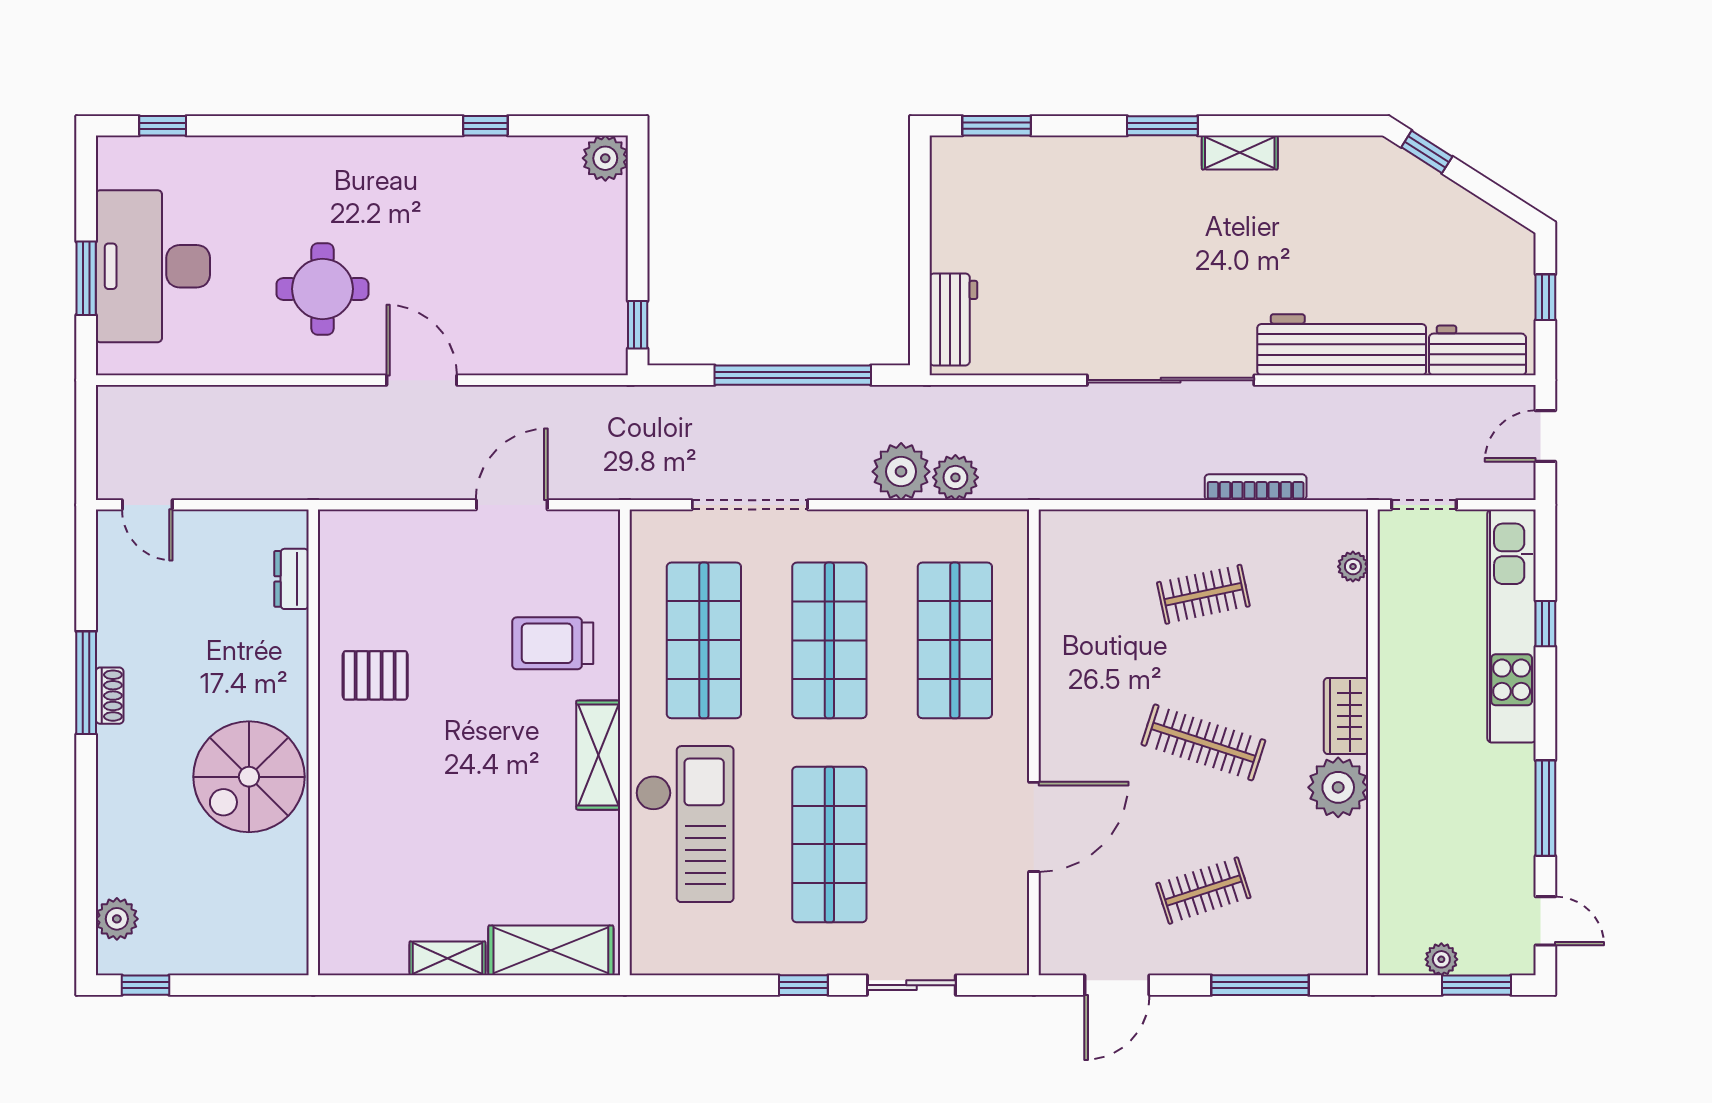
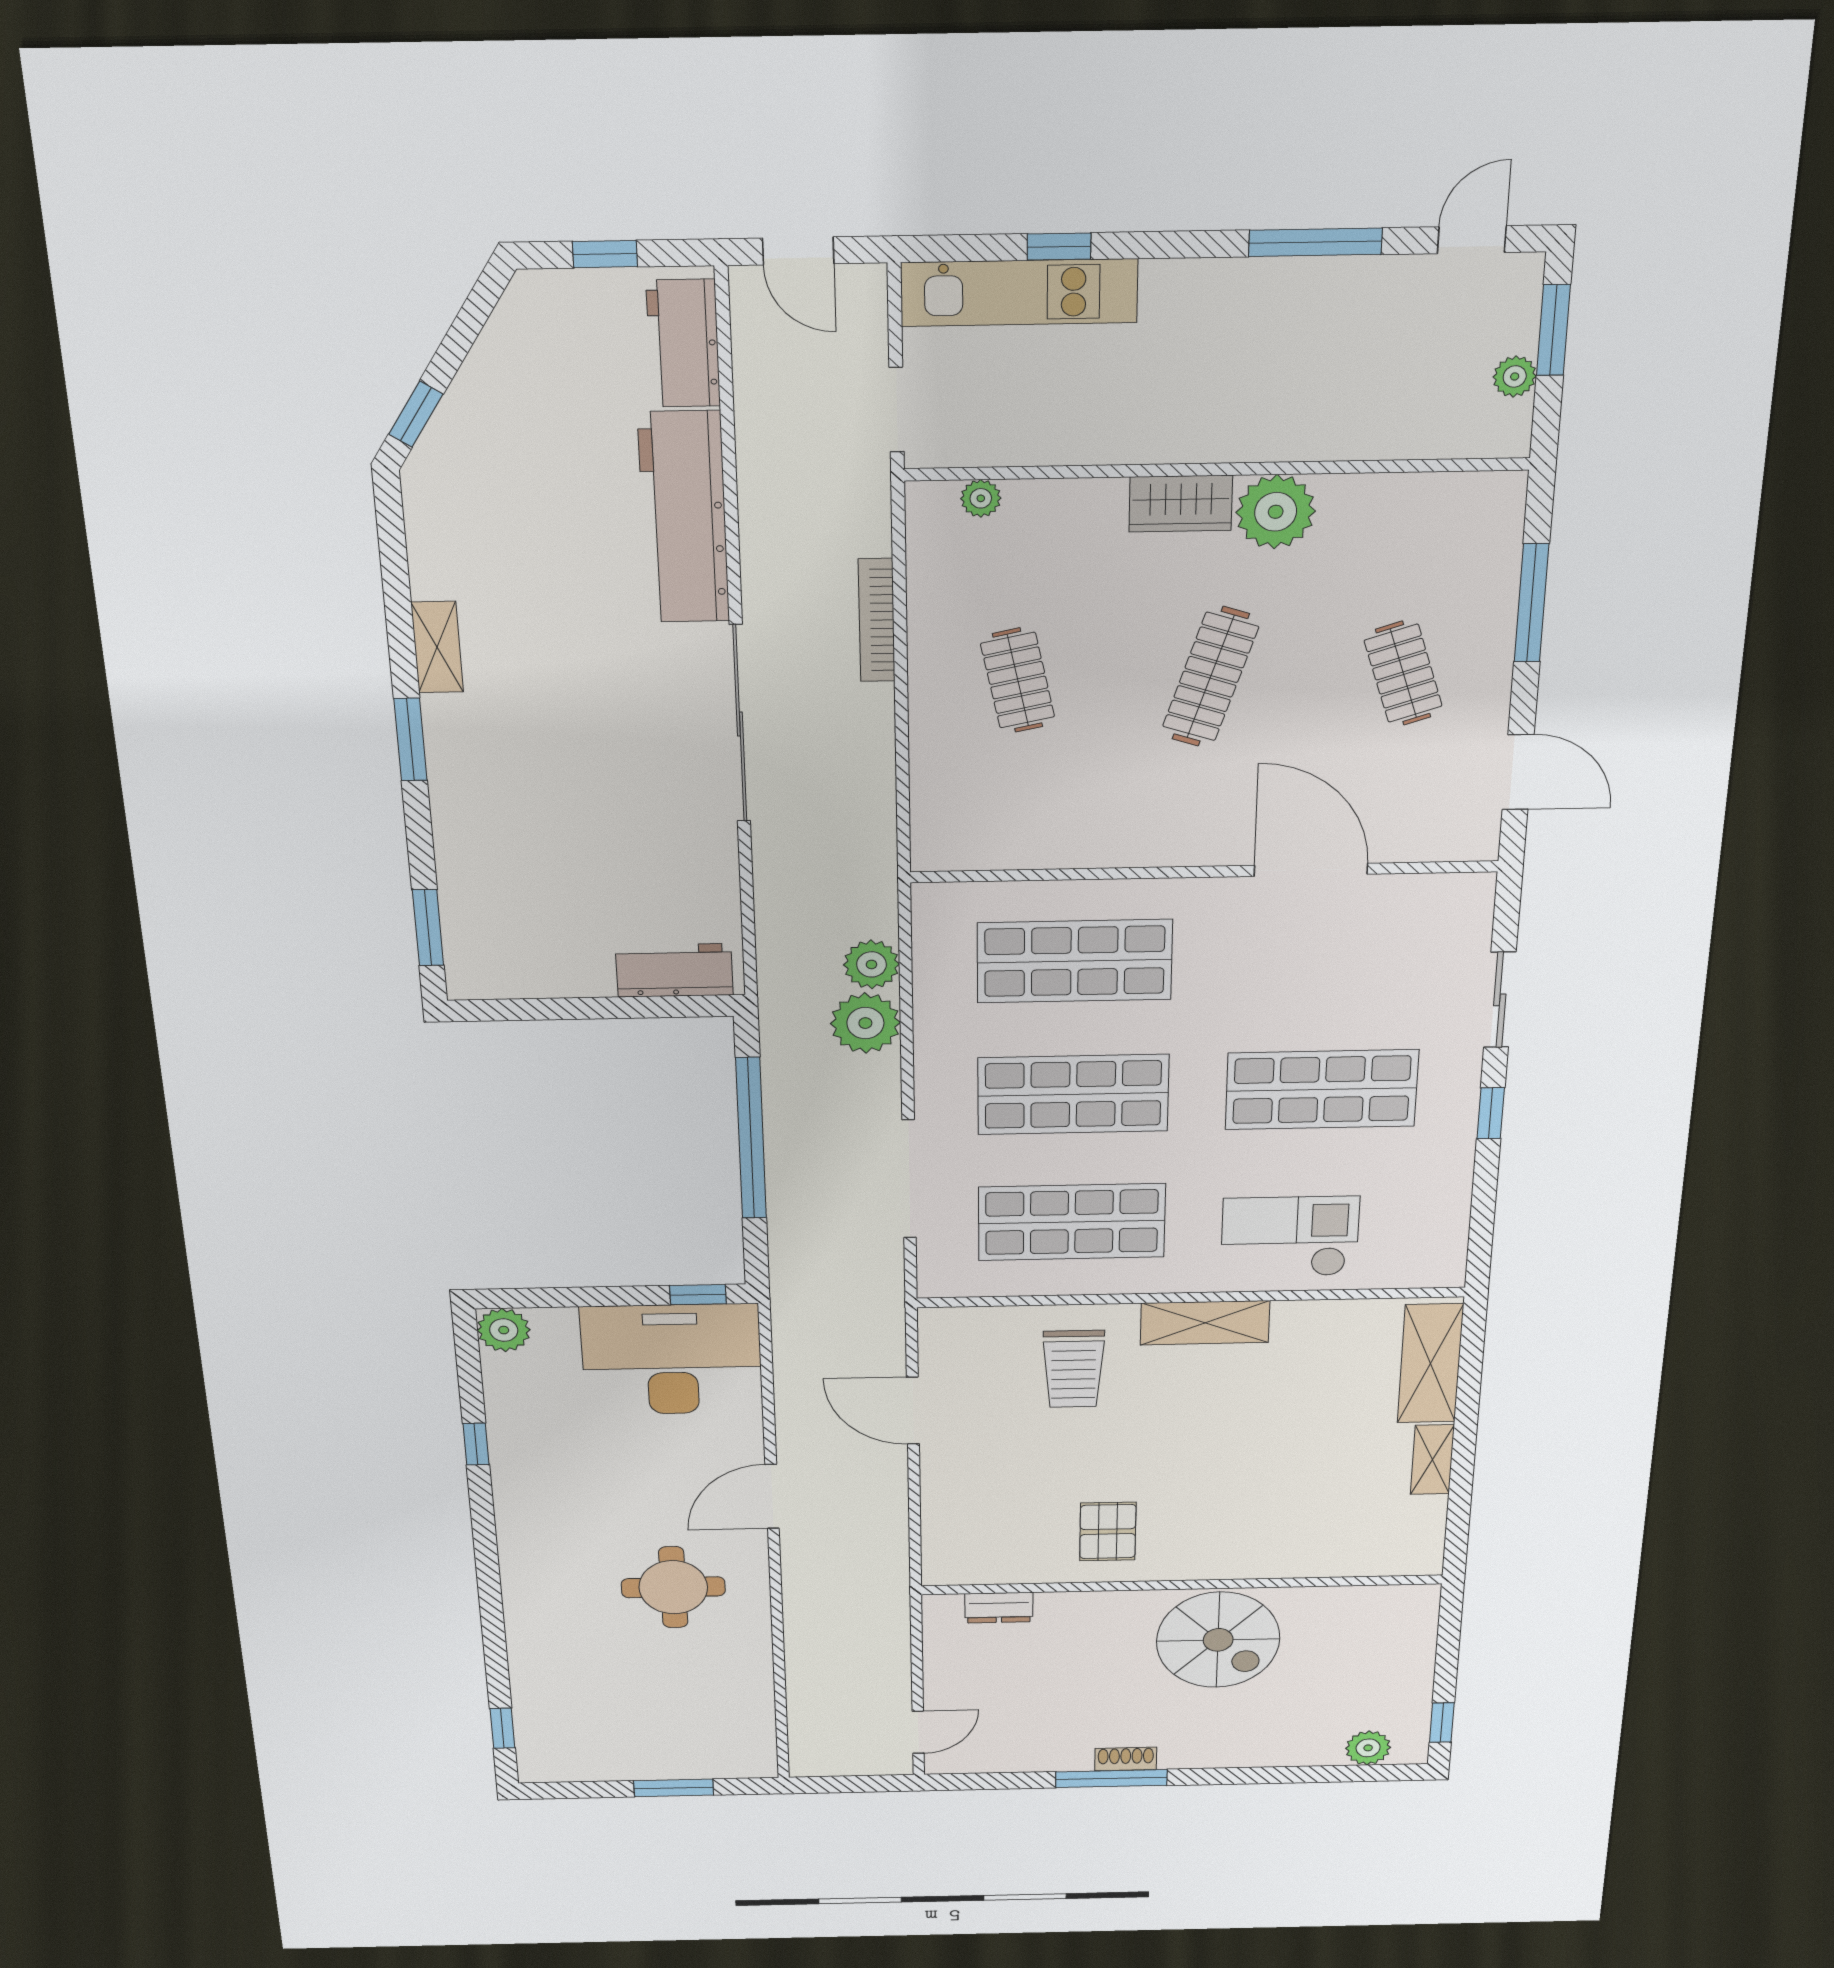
desk: (153, 266) -> (672, 1360), moved, turned 180
kitchen unit: (1512, 626) -> (1019, 293), width x0.73
checkout: (685, 824) -> (1290, 1237), width x0.73, depth x0.83

